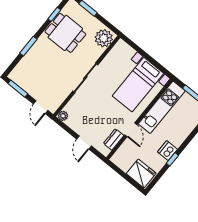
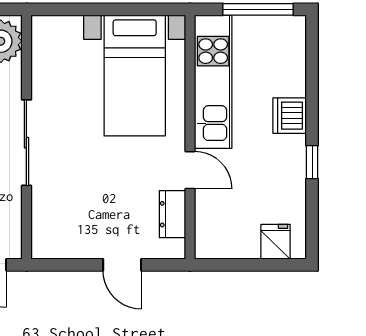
plant: (63, 116) -> (43, 247), removed
dishwasher: (168, 151) -> (290, 116), moved
fridge: (141, 174) -> (275, 242), width x0.53, depth x0.75

